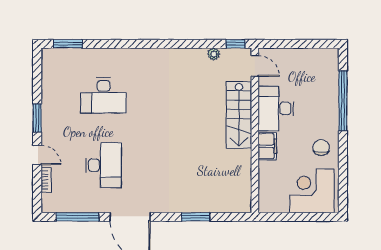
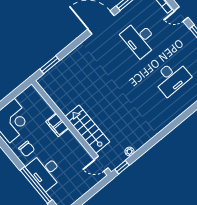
desk: (104, 95) -> (172, 78), turned 180
desk: (276, 108) -> (45, 171), moved, turned 180
window: (196, 217) -> (50, 65), moved

